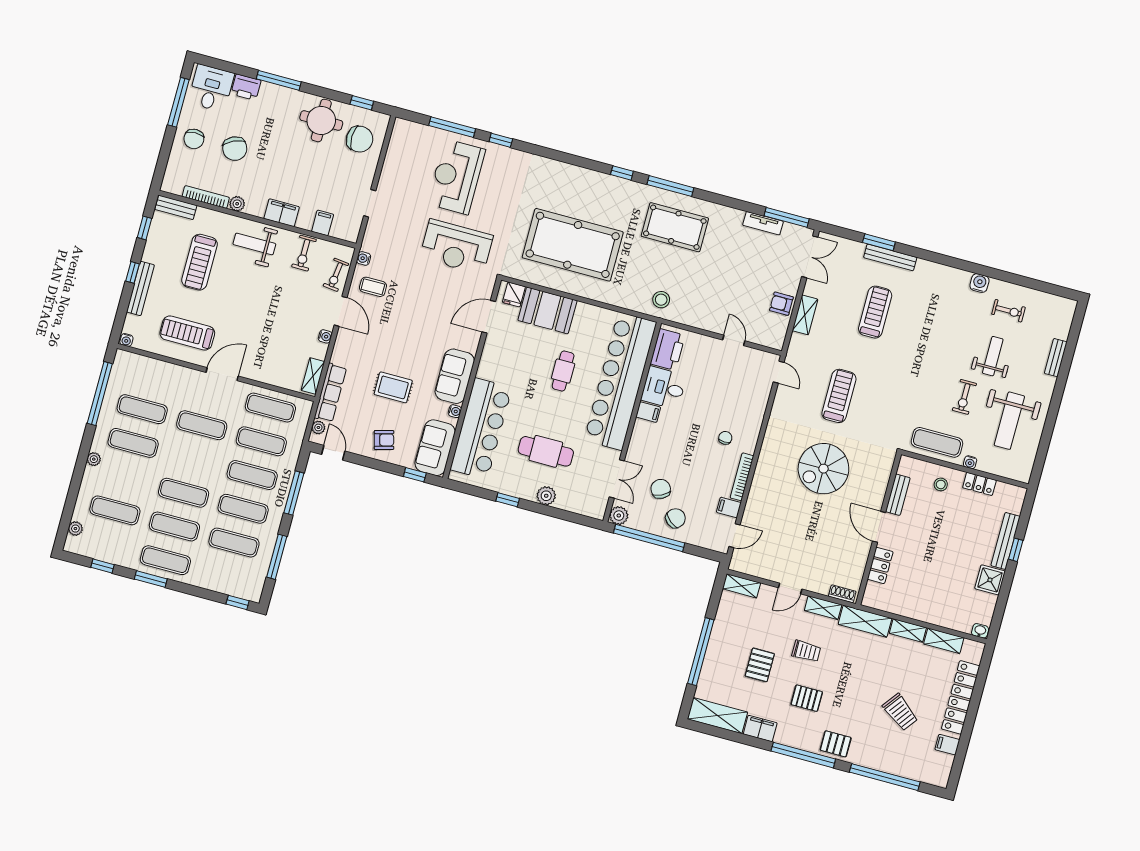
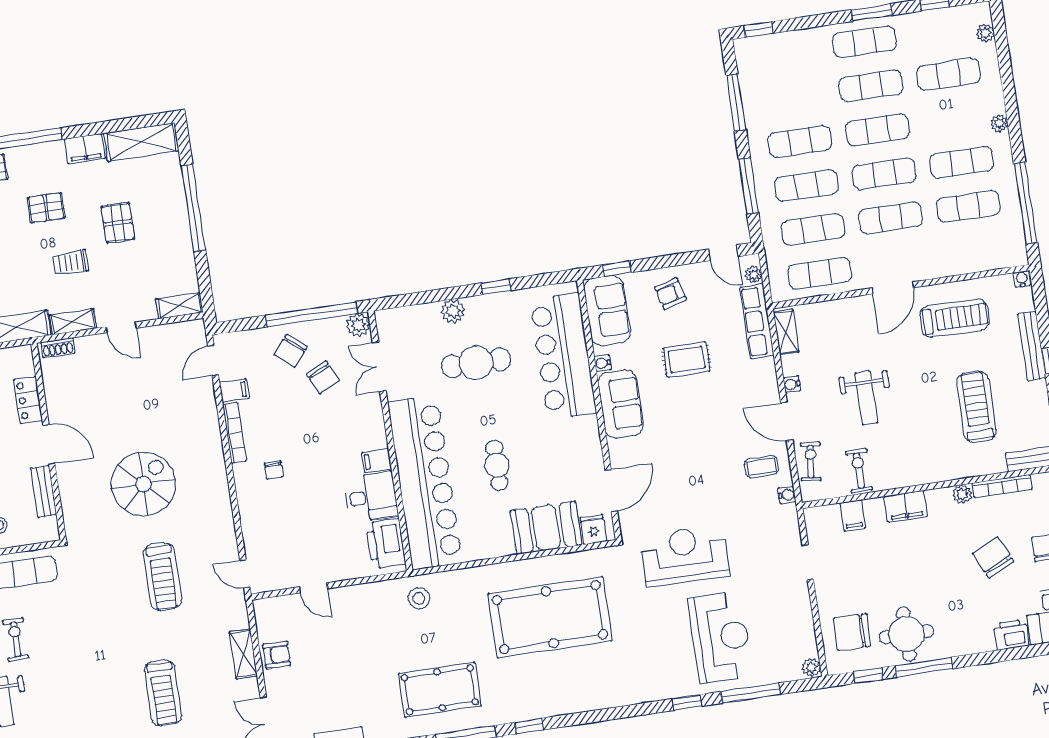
window: (279, 80) -> (924, 667), moved
plant: (400, 126) -> (811, 668), added
weight bench: (254, 244) -> (866, 398), moved, turned 90
exercise mat: (234, 543) -> (884, 174), moved
door: (790, 588) -> (121, 327), swing flipped

